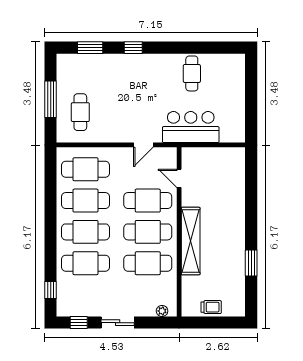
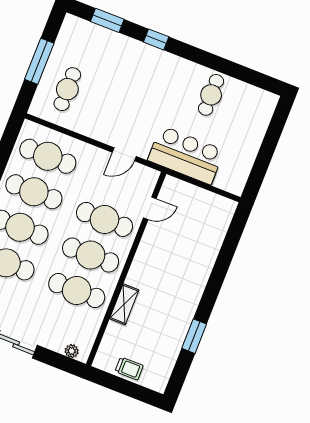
door: (179, 178) -> (150, 208), swing flipped
shelving: (191, 241) -> (124, 304), width x0.45, depth x0.75

